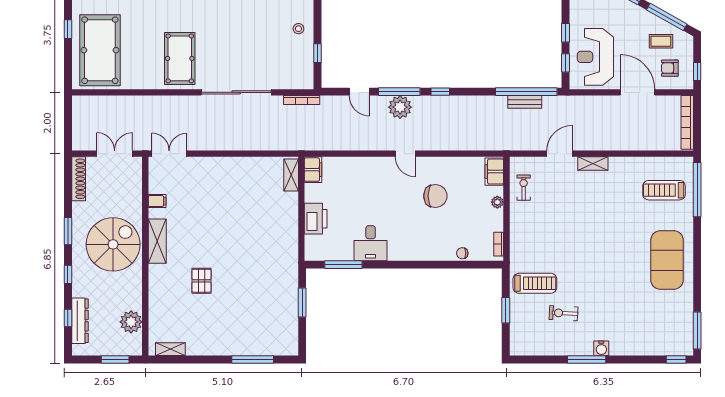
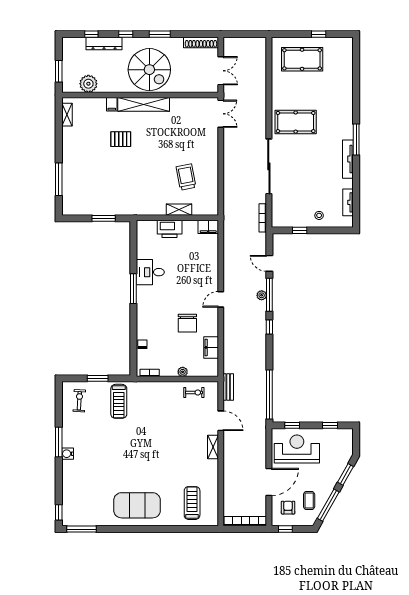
window: (565, 33) -> (330, 425), moved
pool table: (100, 50) -> (302, 59), width x0.73, depth x0.76
door: (359, 92) -> (269, 263), hinge flipped
bench: (525, 102) -> (228, 387), moved
plant: (400, 107) -> (262, 295), width x0.53, depth x0.53
filing cabinet: (494, 172) -> (211, 347), moved, turned -90
shelving: (291, 175) -> (179, 210), moved
window: (697, 190) -> (192, 529), removed
trolley: (250, 198) -> (186, 177), added
filing cabinet: (157, 201) -> (112, 104), moved
shelving: (157, 241) -> (144, 104), width x1.47
window: (343, 265) -> (133, 289), moved
exercise bike: (564, 313) -> (79, 401), moved
dresser: (80, 321) -> (104, 44), moved

